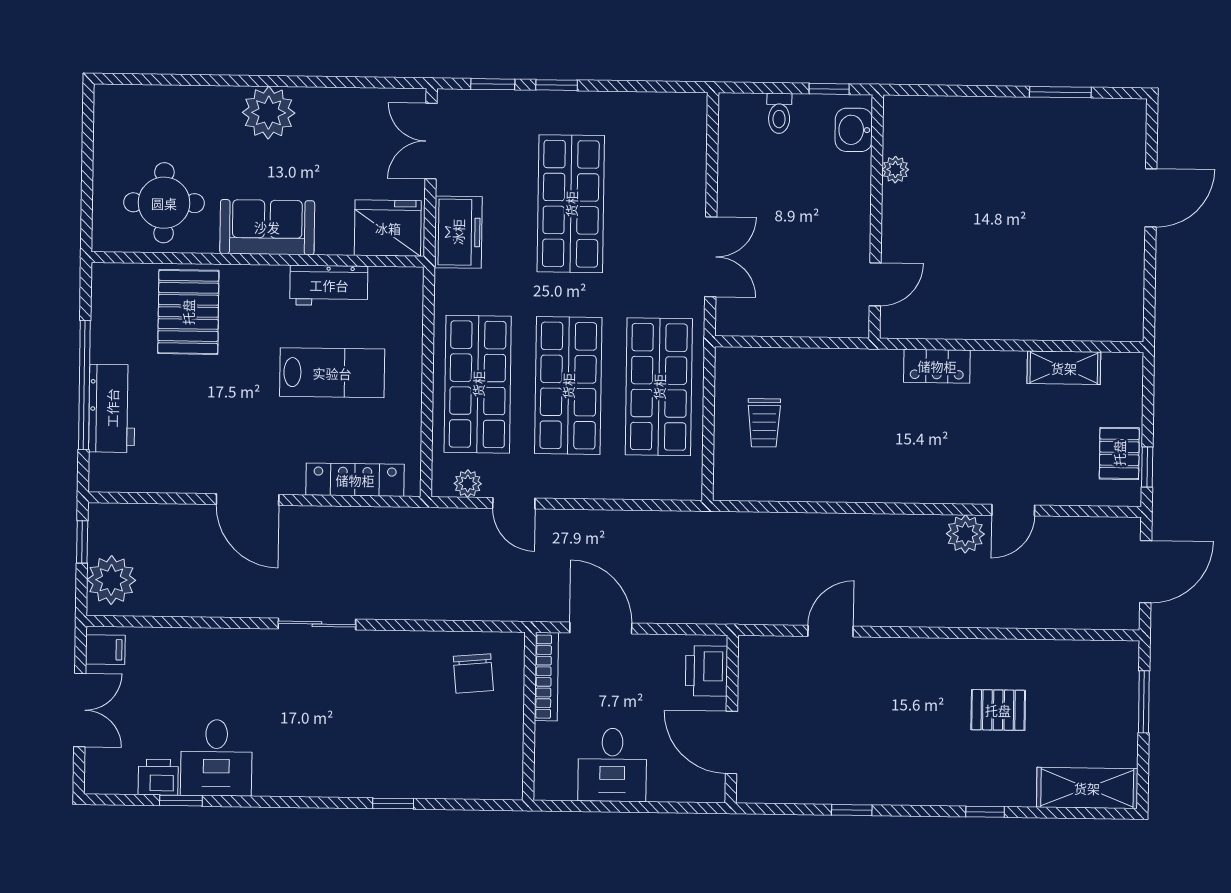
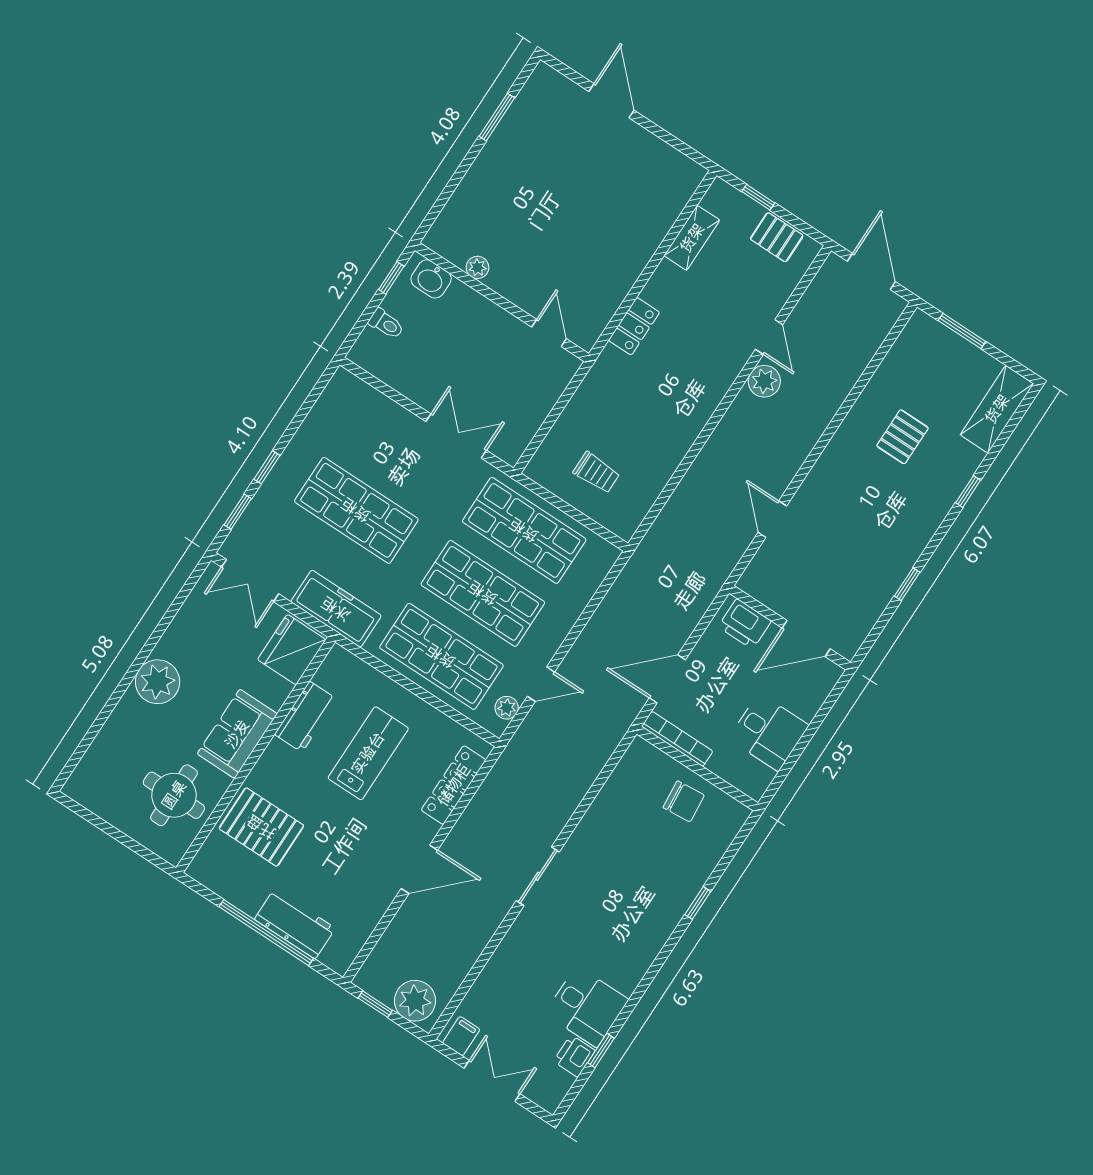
freezer: (458, 232) -> (336, 609), width x1.40
window: (1147, 467) -> (758, 197), moved
chair: (473, 673) -> (684, 801), moved

